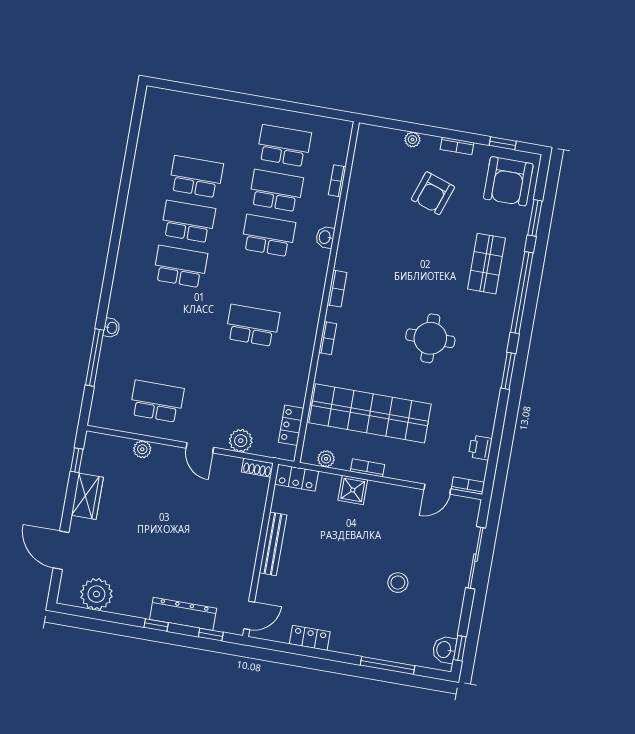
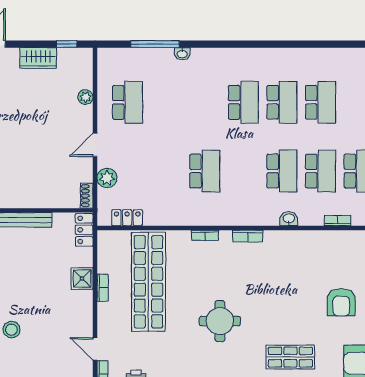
armchair: (433, 193) -> (341, 302), turned -109
plant: (326, 459) -> (104, 252), removed

